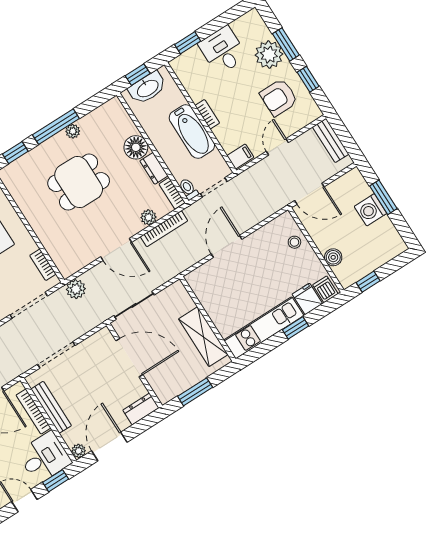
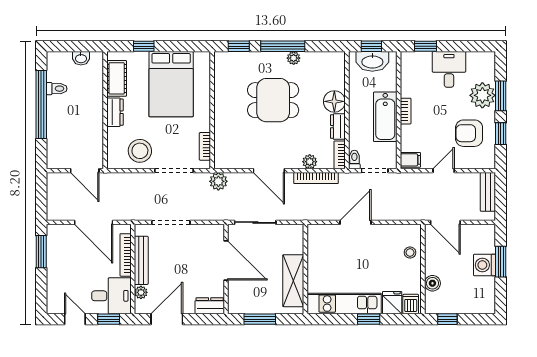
plant: (79, 451) -> (141, 292), moved

